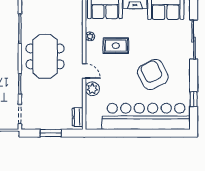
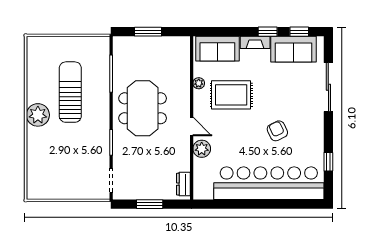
rug: (116, 46) -> (231, 95), width x1.36, depth x1.43
armchair: (153, 74) -> (277, 131), width x0.53, depth x0.53

